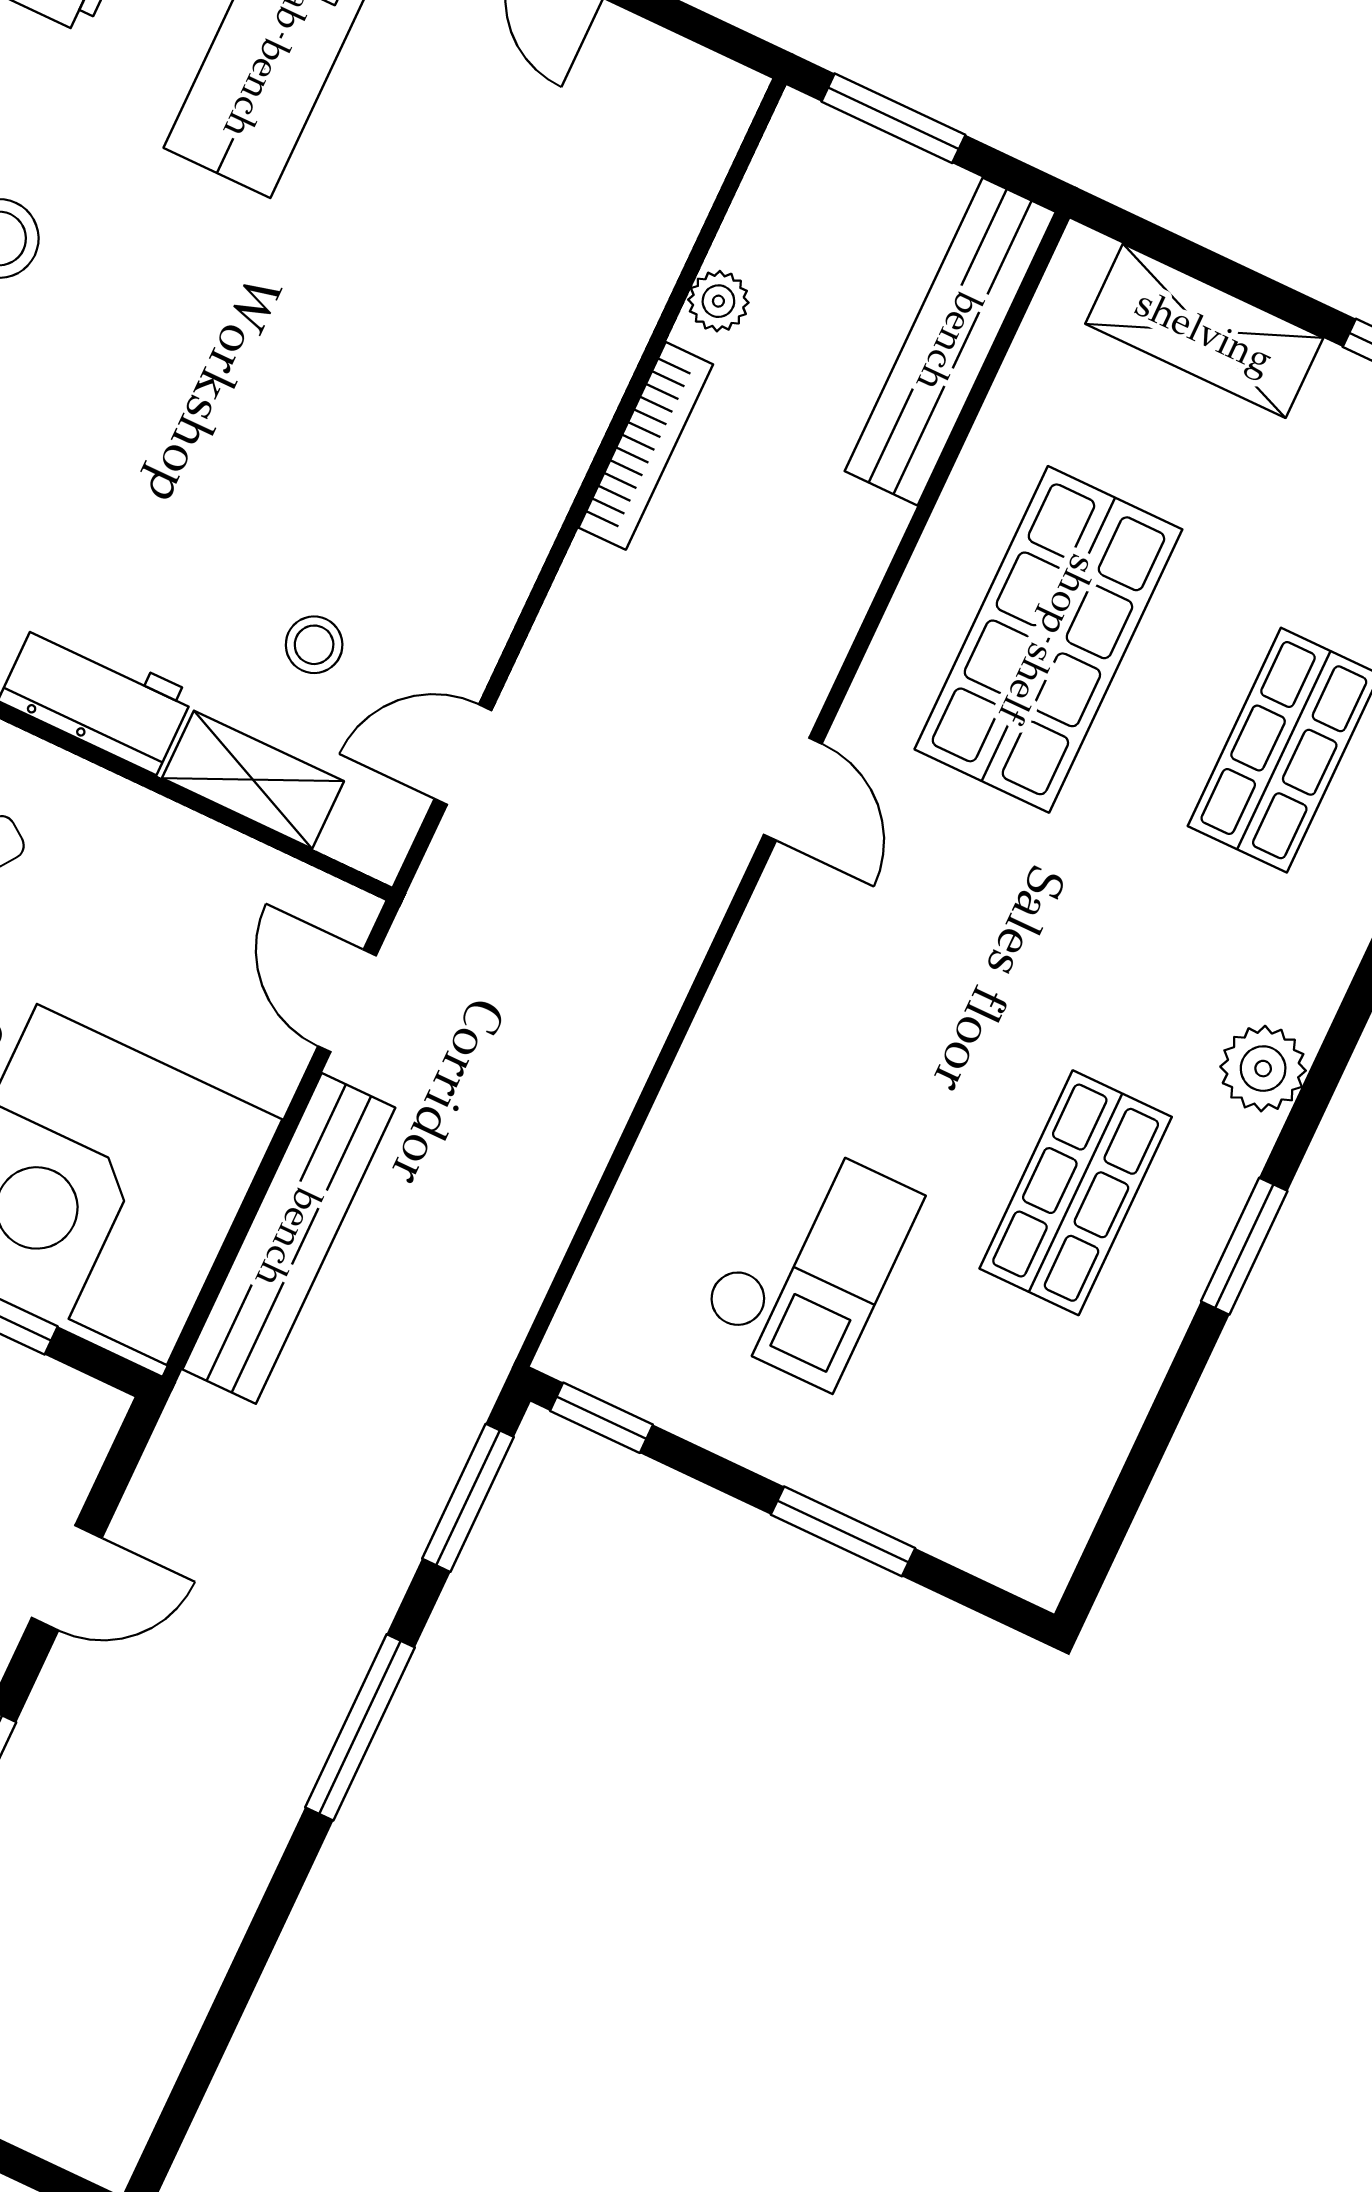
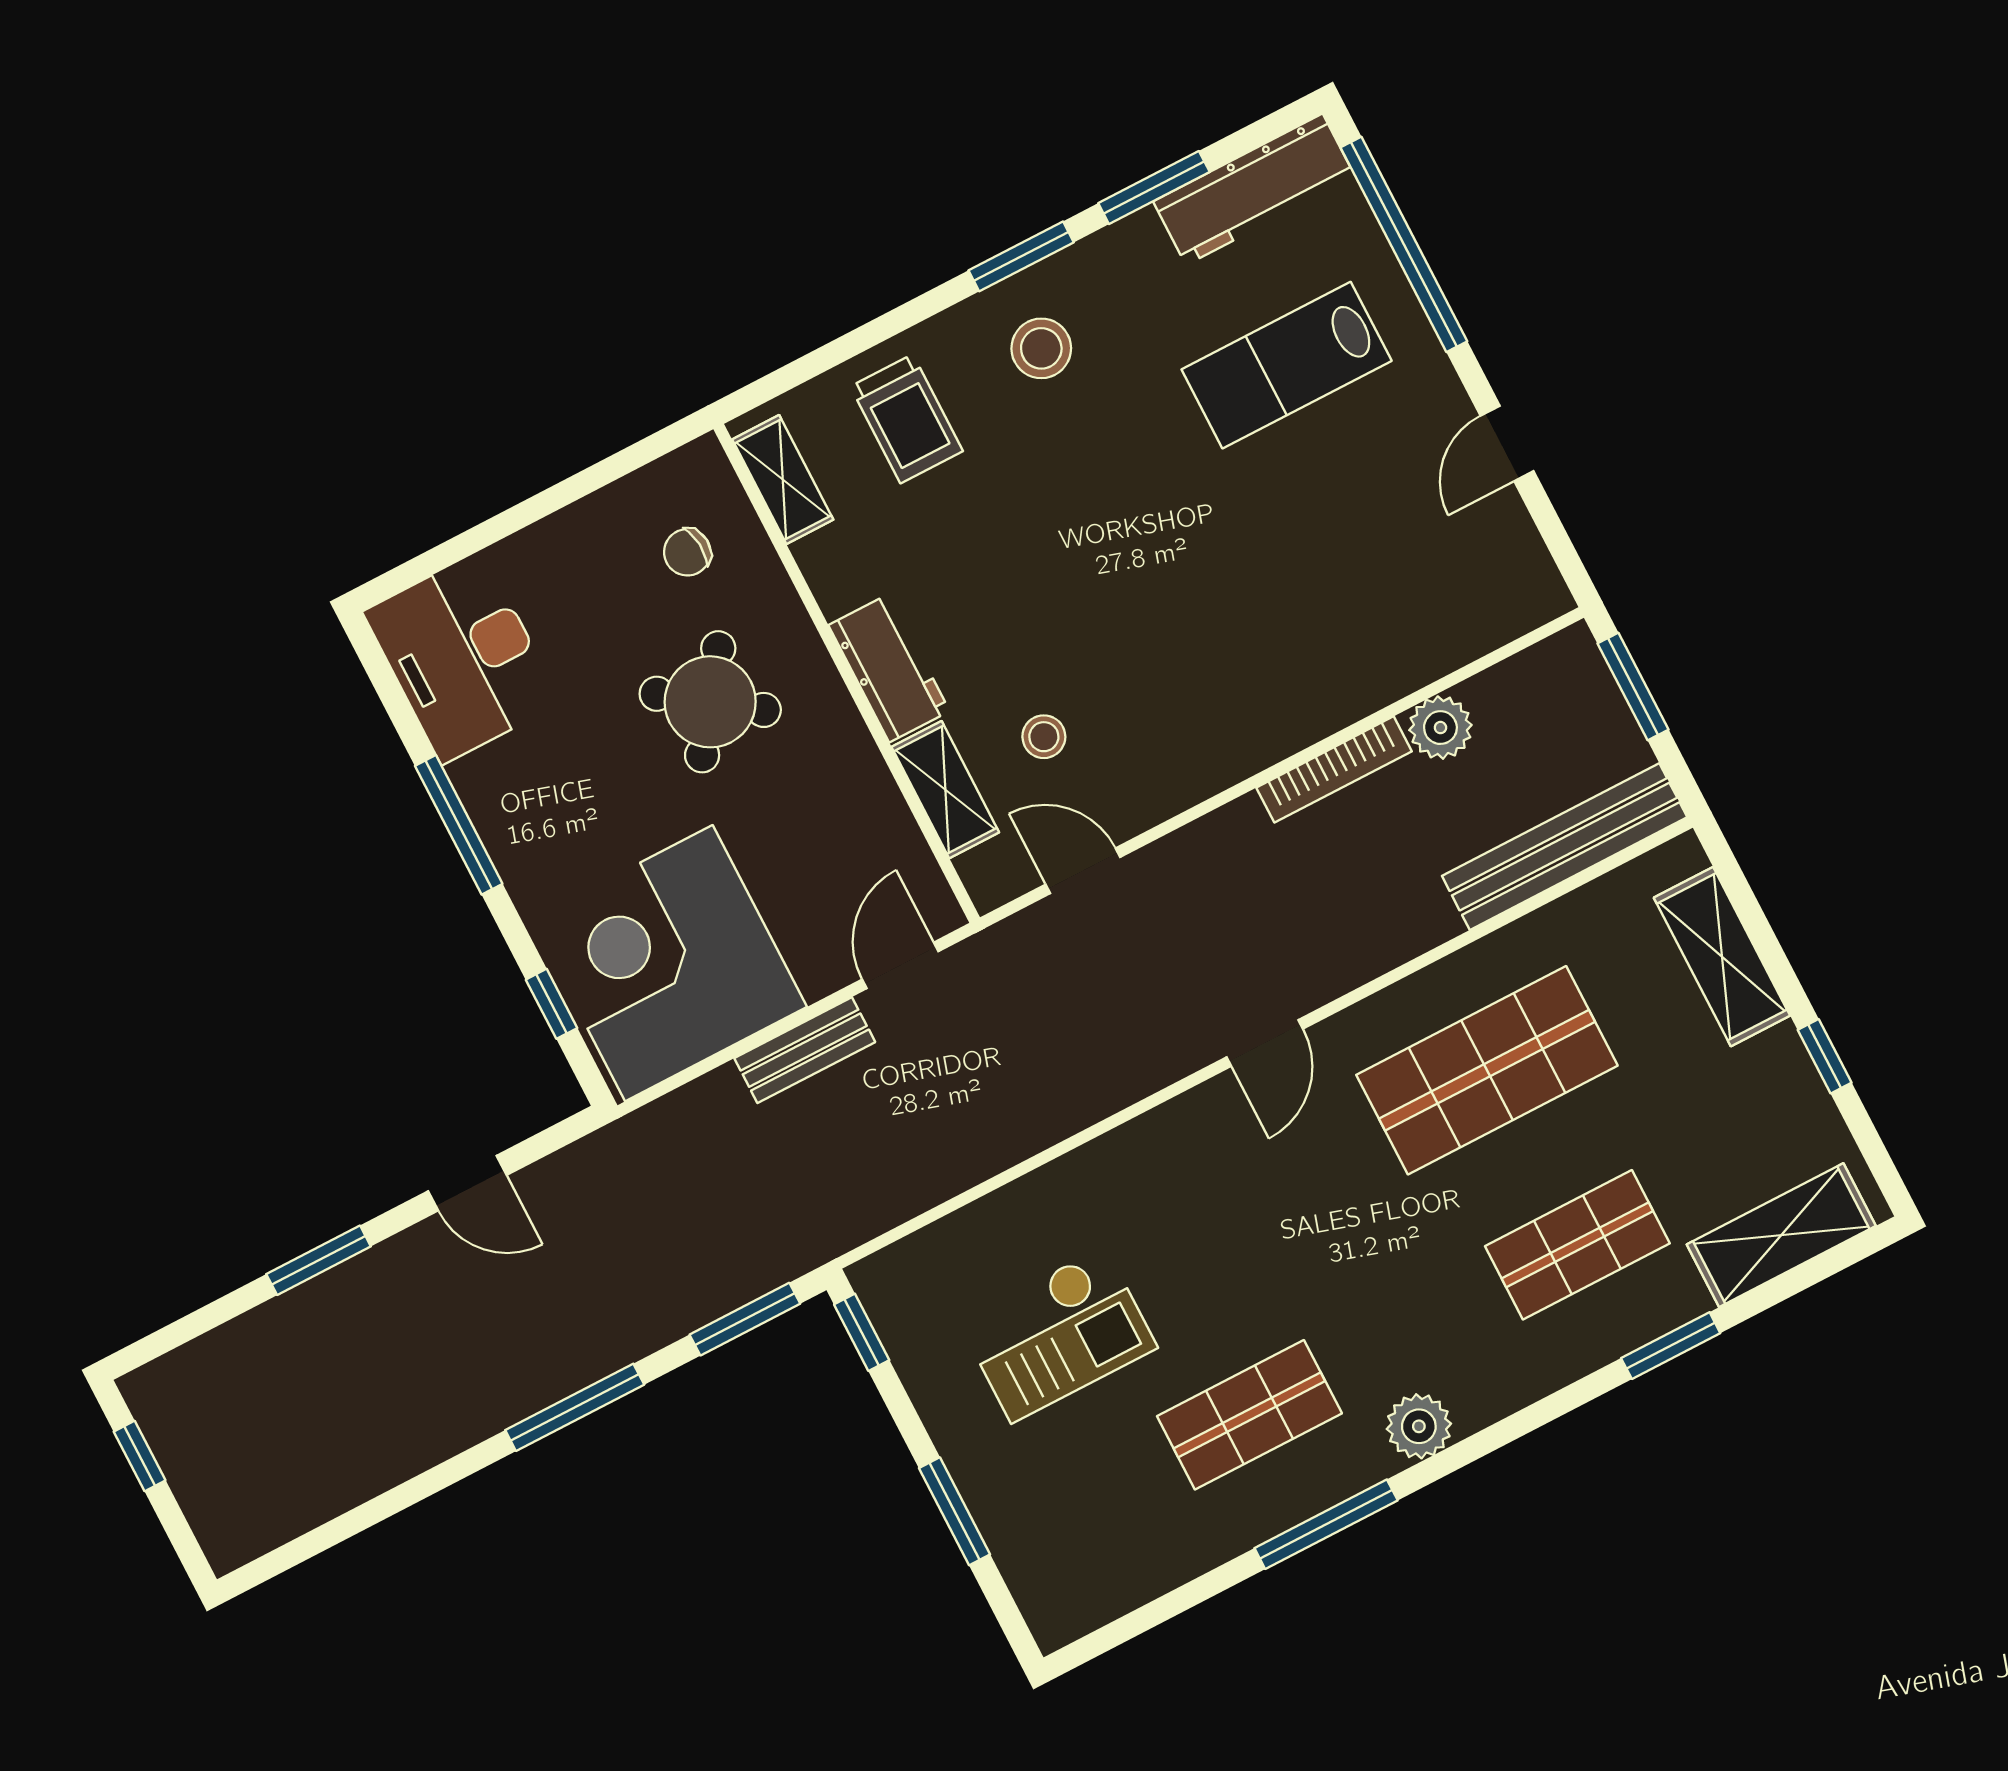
plant: (718, 301) -> (1440, 728), width x1.38, depth x1.38
bench: (289, 1238) -> (805, 1050), width x0.54, depth x0.82
window: (1244, 1246) -> (1326, 1524), width x1.44

